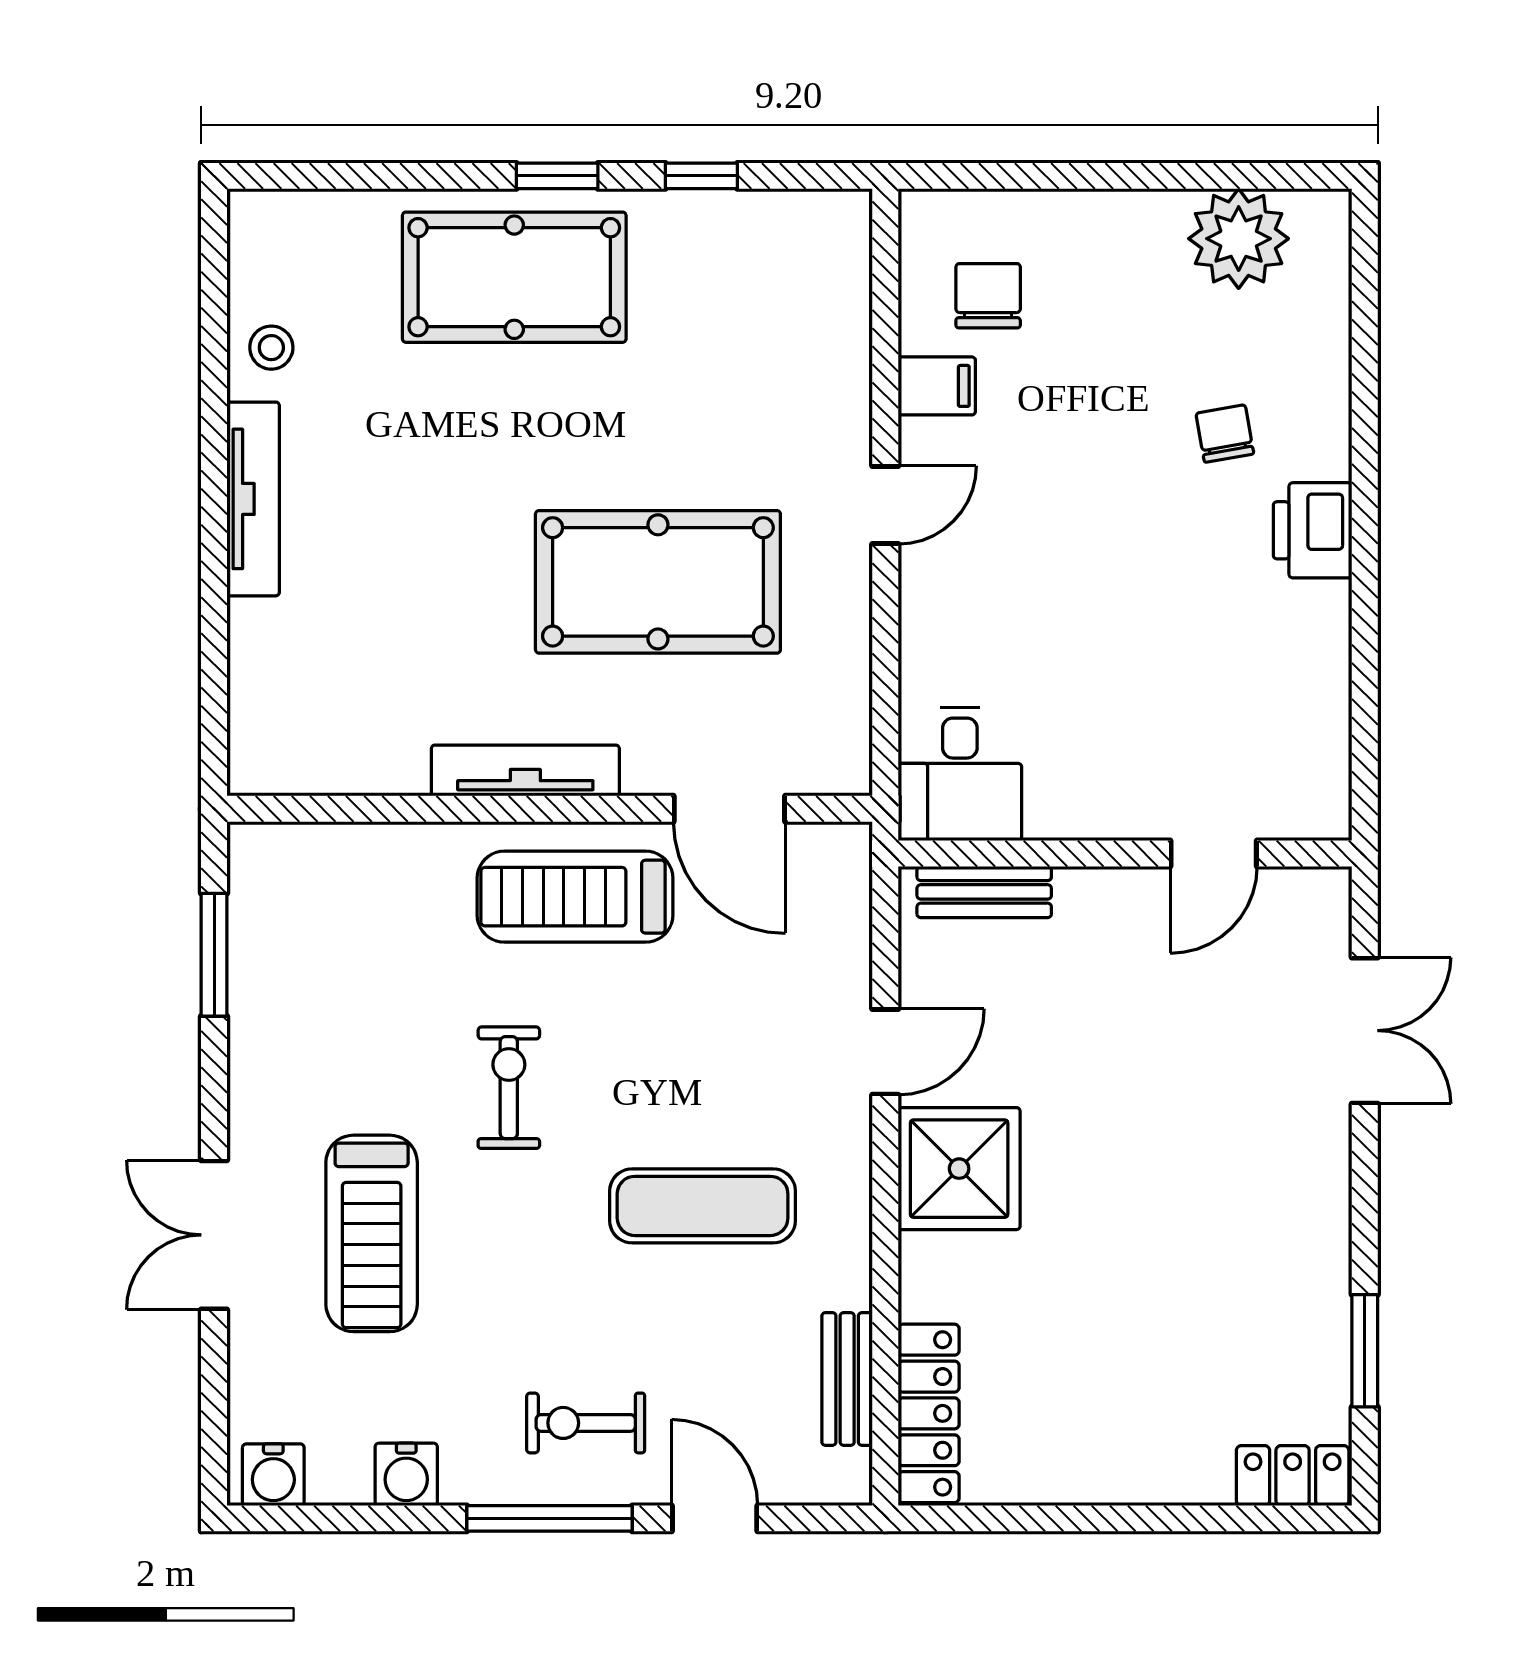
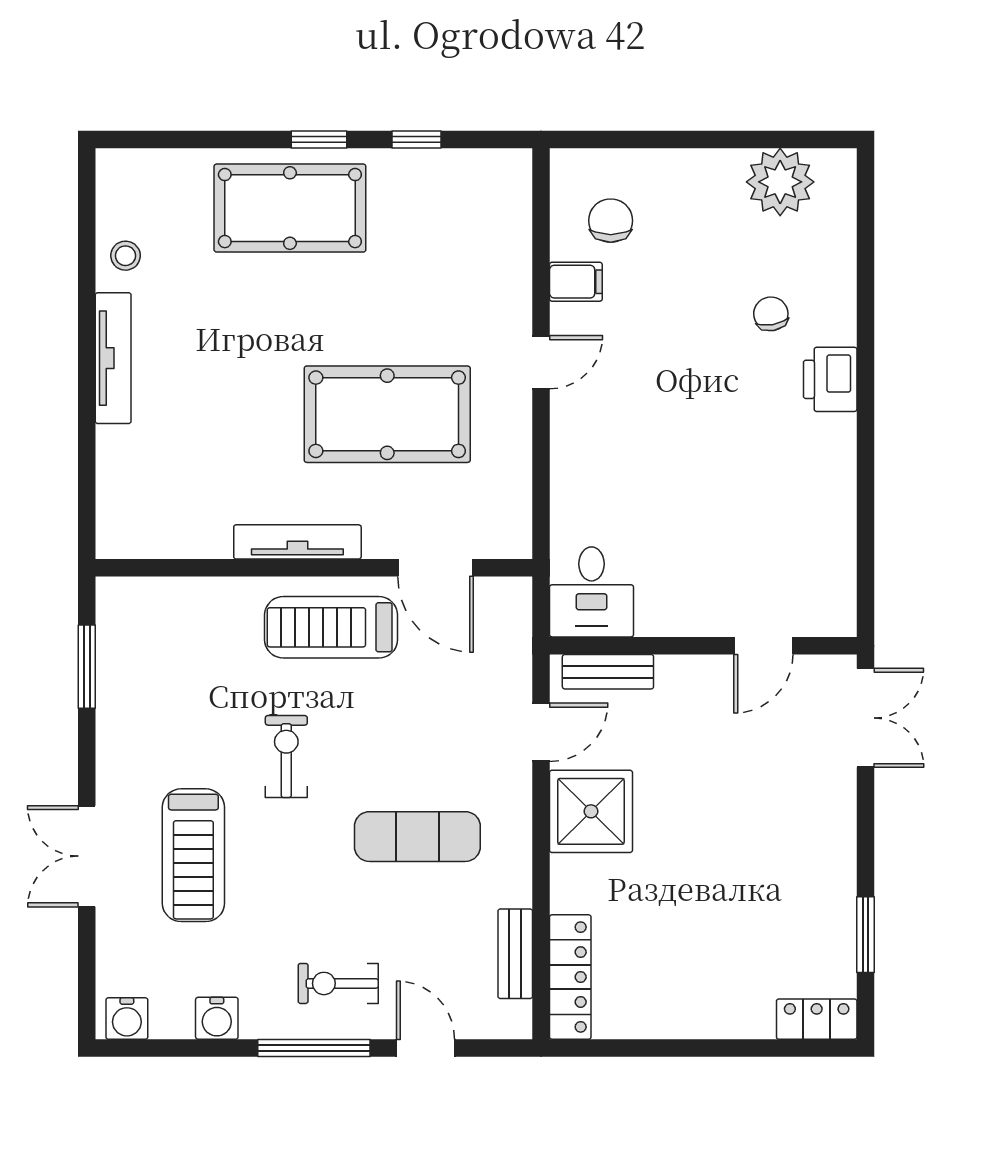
desk: (960, 774) -> (592, 592), moved
wall: (1125, 853) -> (703, 646), moved
door: (1214, 853) -> (763, 646), moved
bench: (984, 892) -> (608, 672), moved

